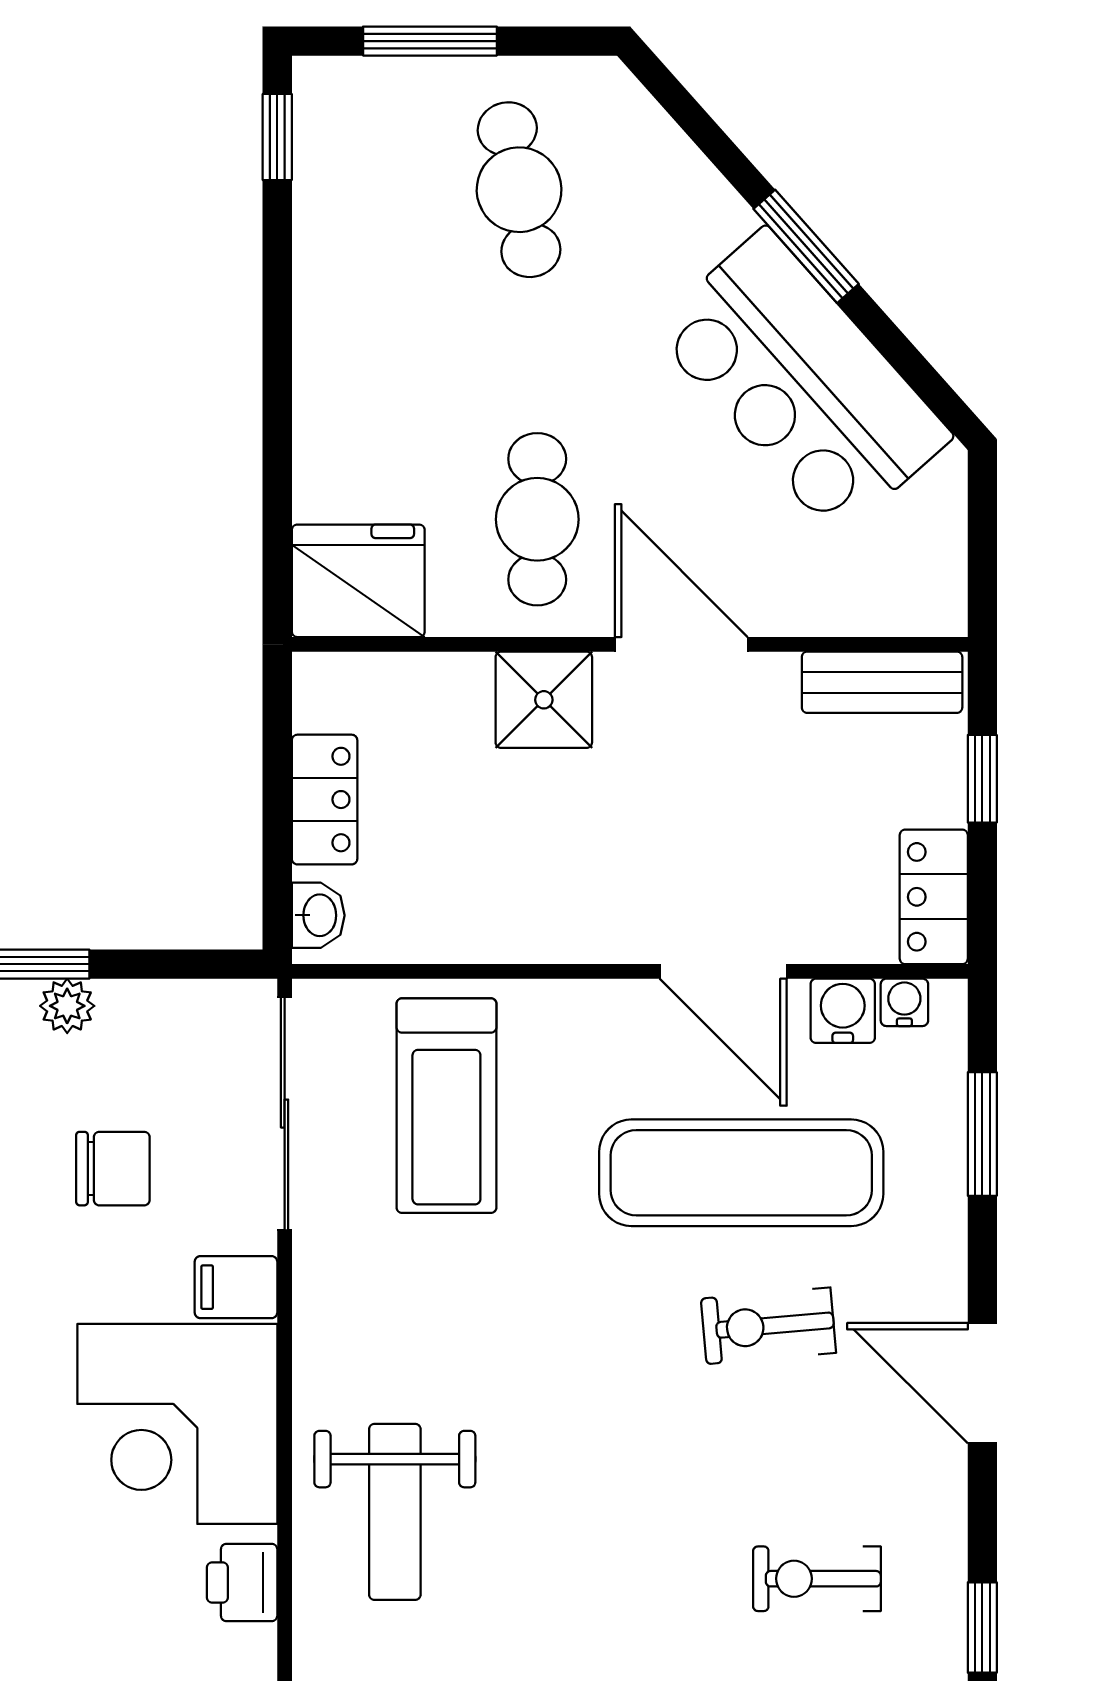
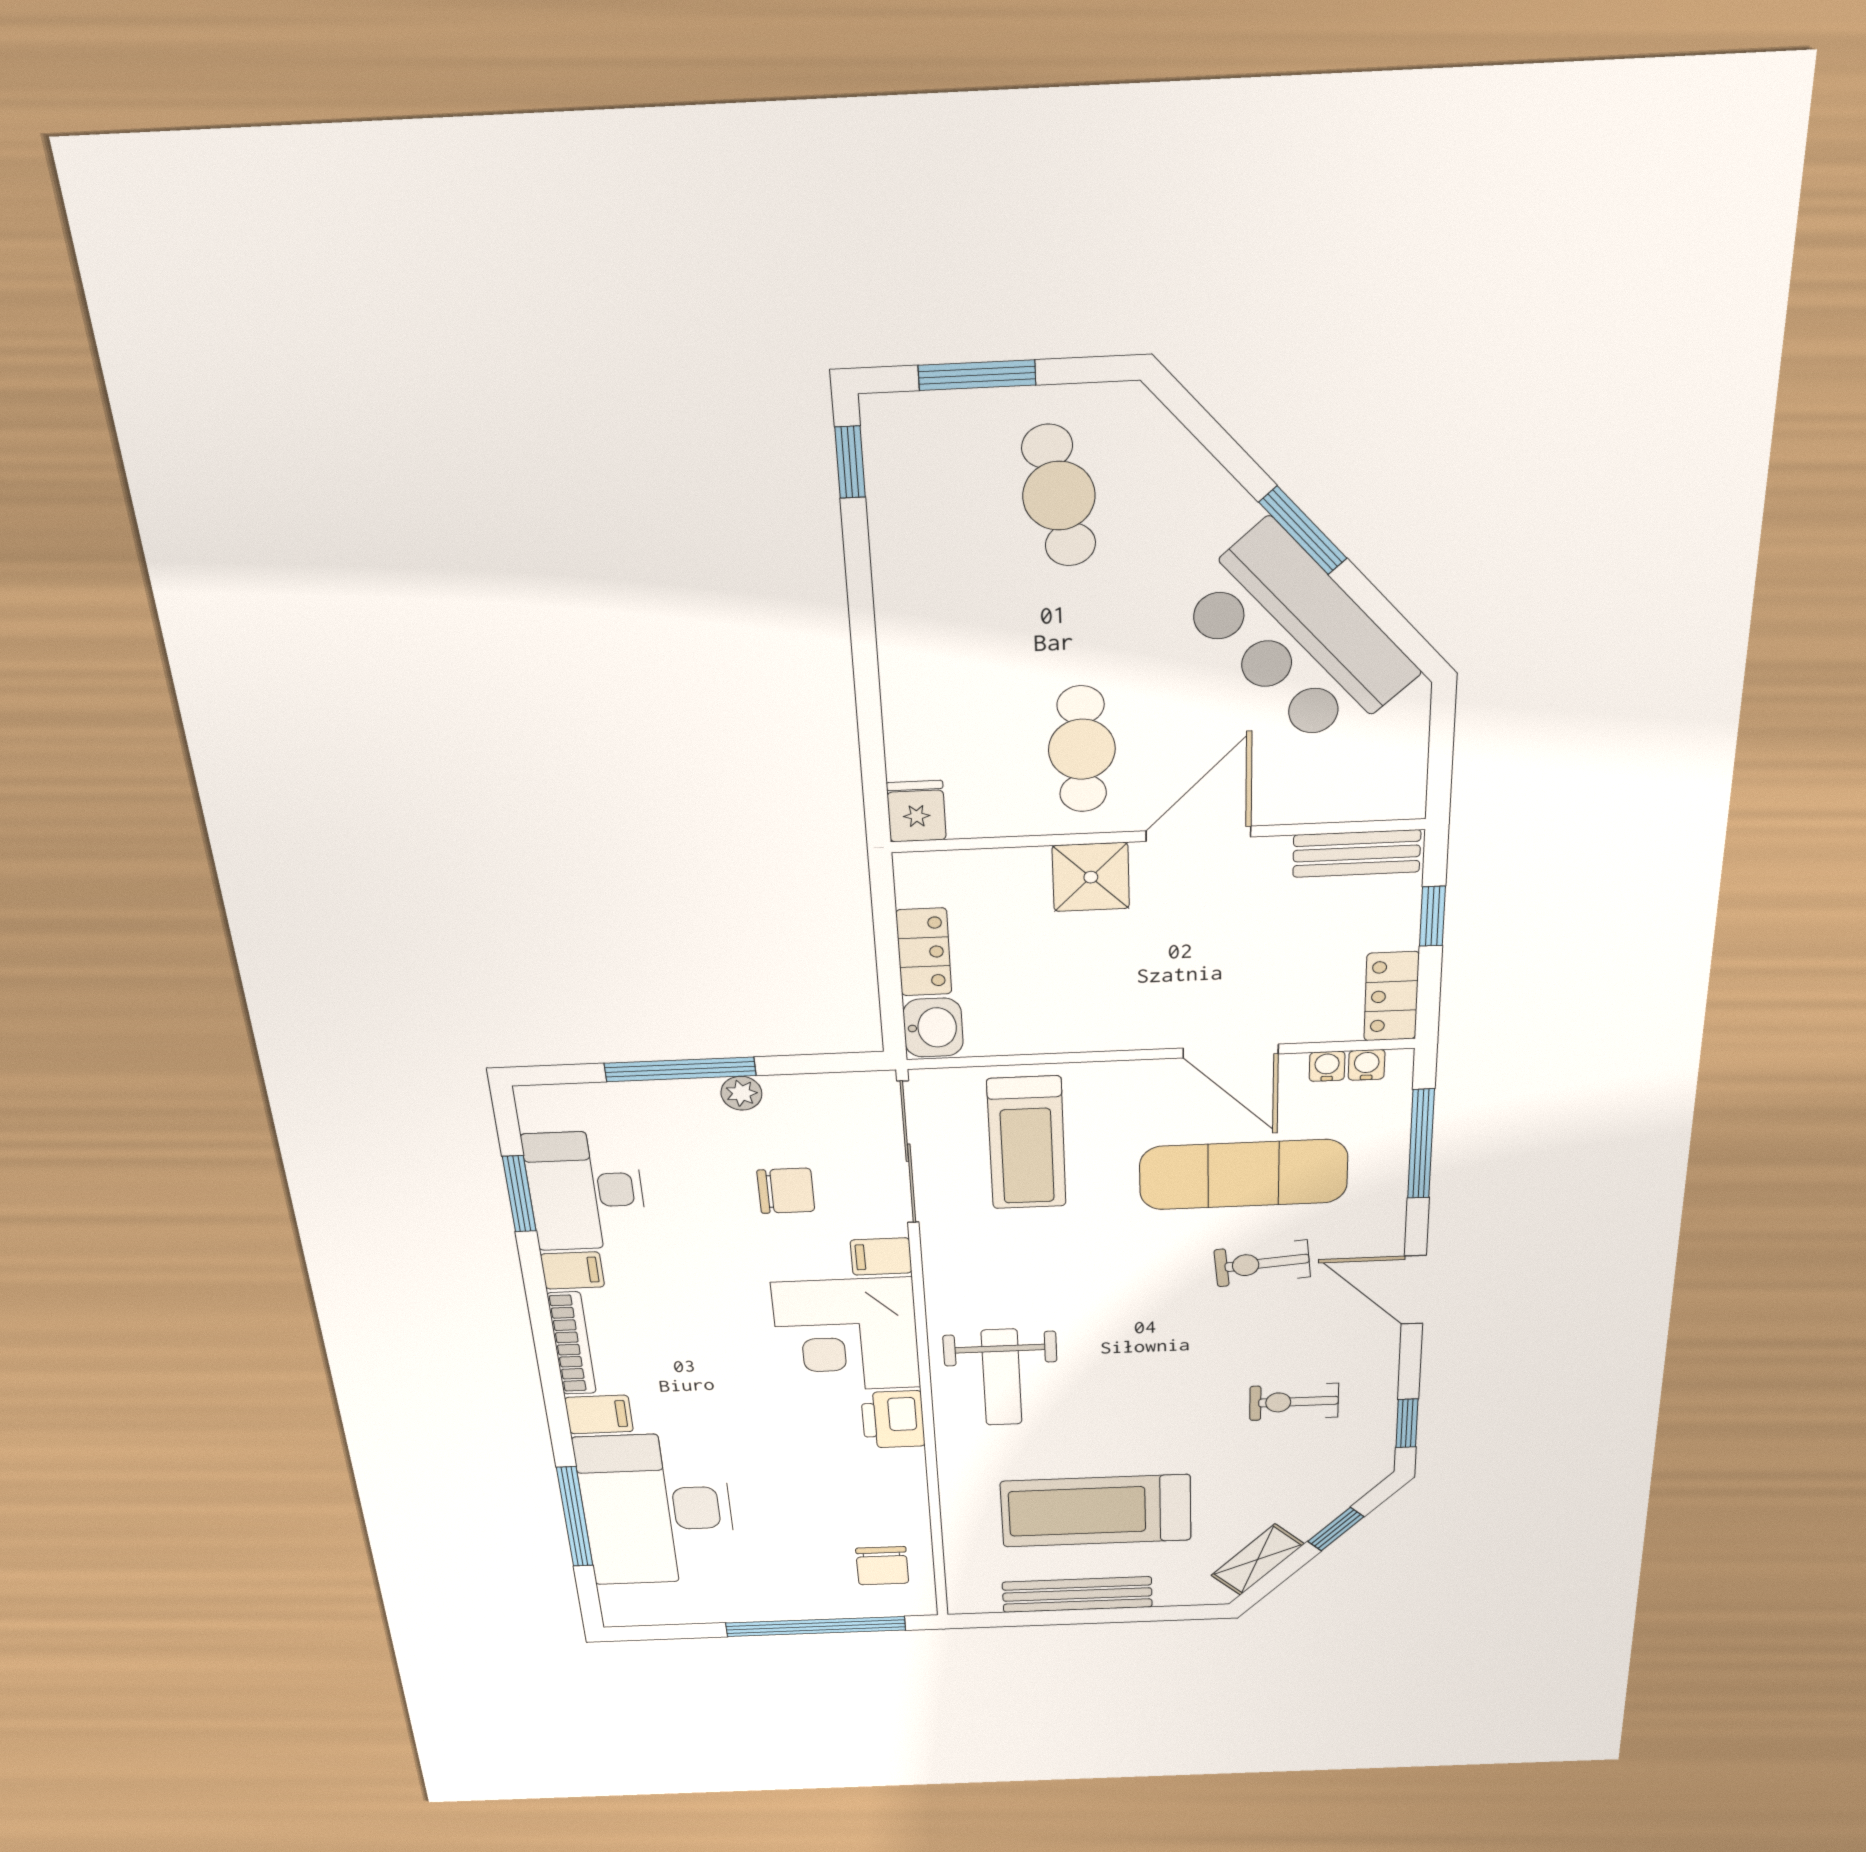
fridge: (358, 581) -> (916, 811), width x0.53, depth x0.75
door: (681, 644) -> (1198, 834), hinge flipped
washbasin: (318, 915) -> (933, 1028), width x1.38, depth x1.45
water cooler: (843, 1011) -> (1327, 1066), width x0.72, depth x0.72
window: (982, 1134) -> (1421, 1144), width x1.44
printer: (242, 1582) -> (893, 1419), width x1.36, depth x1.24

